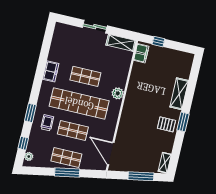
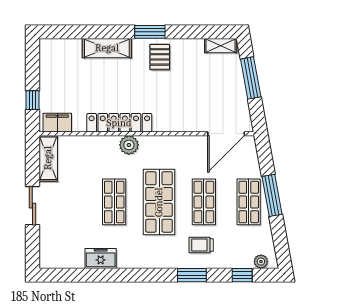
freezer: (51, 71) -> (101, 258), moved
locker: (133, 91) -> (119, 123), added
shop shelf: (79, 103) -> (159, 202), width x0.71

